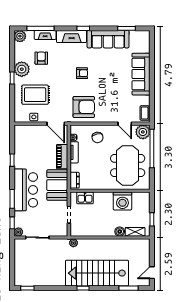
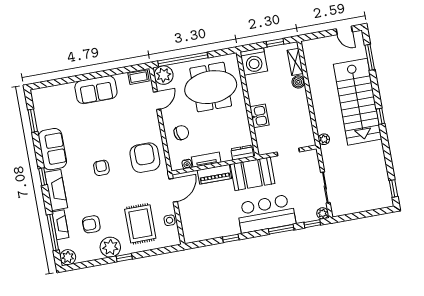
sofa: (108, 39) -> (52, 149), width x0.73
sofa: (141, 74) -> (96, 90), width x0.73
kitchen sink: (85, 198) -> (259, 116), moved
washing machine: (122, 201) -> (254, 62), moved, turned 90

